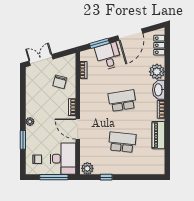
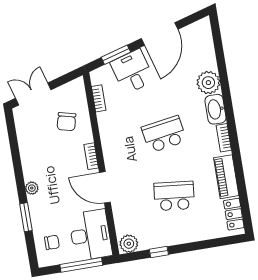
locker: (159, 45) -> (234, 214), moved

